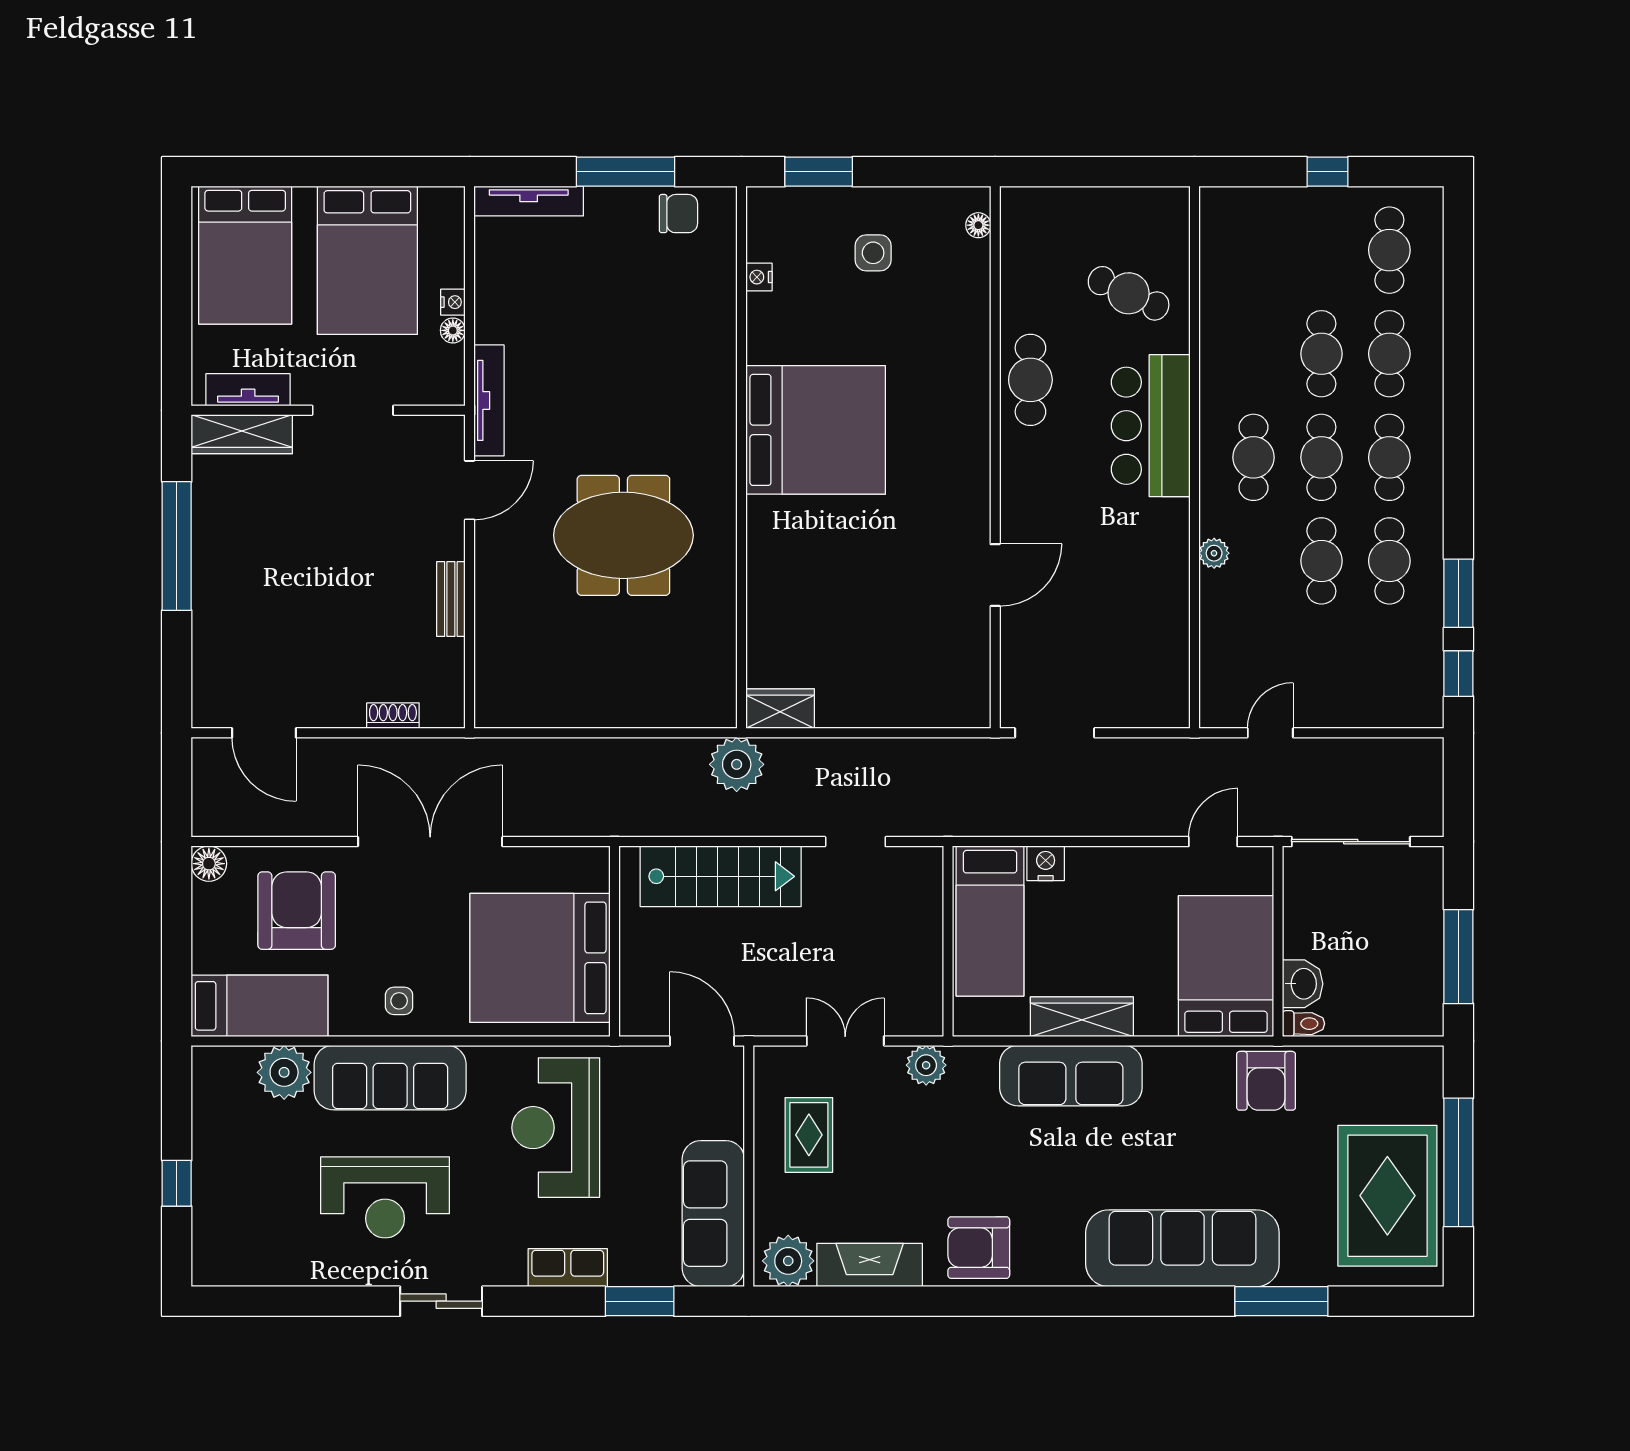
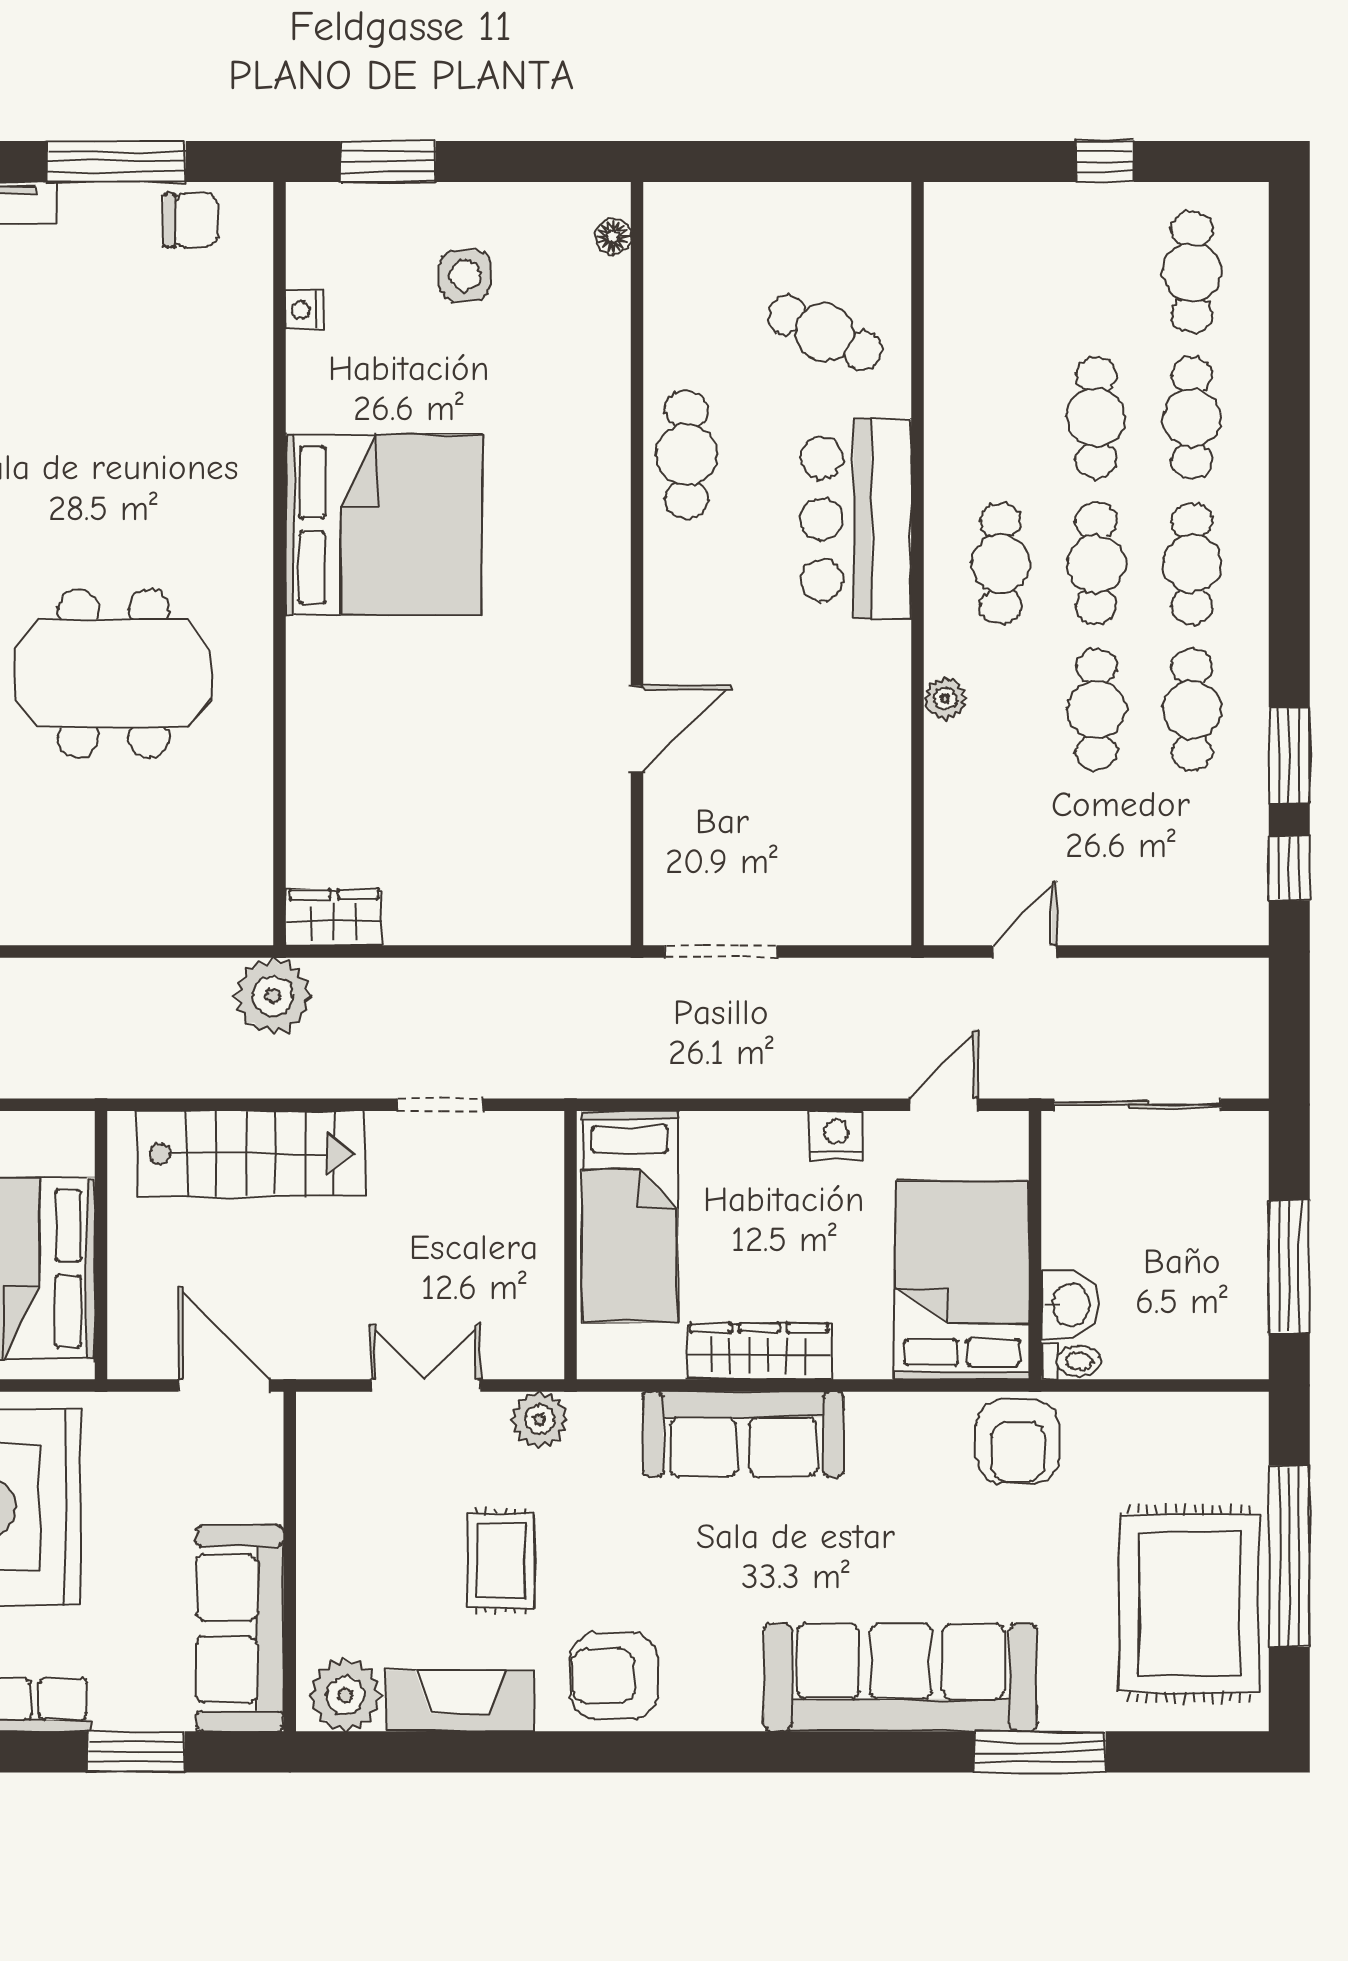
nightstand: (1046, 863) -> (836, 1135), moved
rug: (809, 1135) -> (501, 1561), moved

